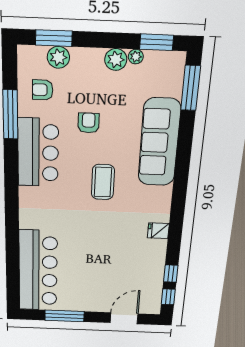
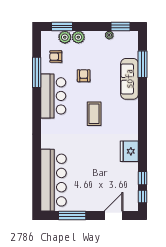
plant: (116, 59) -> (78, 37), moved
window: (191, 88) -> (143, 64), moved
sofa: (159, 143) -> (129, 79), width x0.74, depth x0.79
fridge: (158, 231) -> (129, 151), width x1.88, depth x1.34

